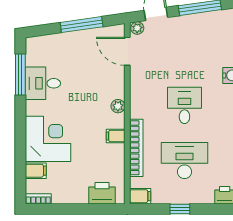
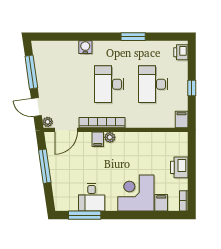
desk: (184, 105) -> (109, 84), width x1.37
filing cabinet: (116, 136) -> (98, 139), moved
bookcase: (136, 148) -> (102, 123), moved
printer: (102, 193) -> (179, 167), moved

